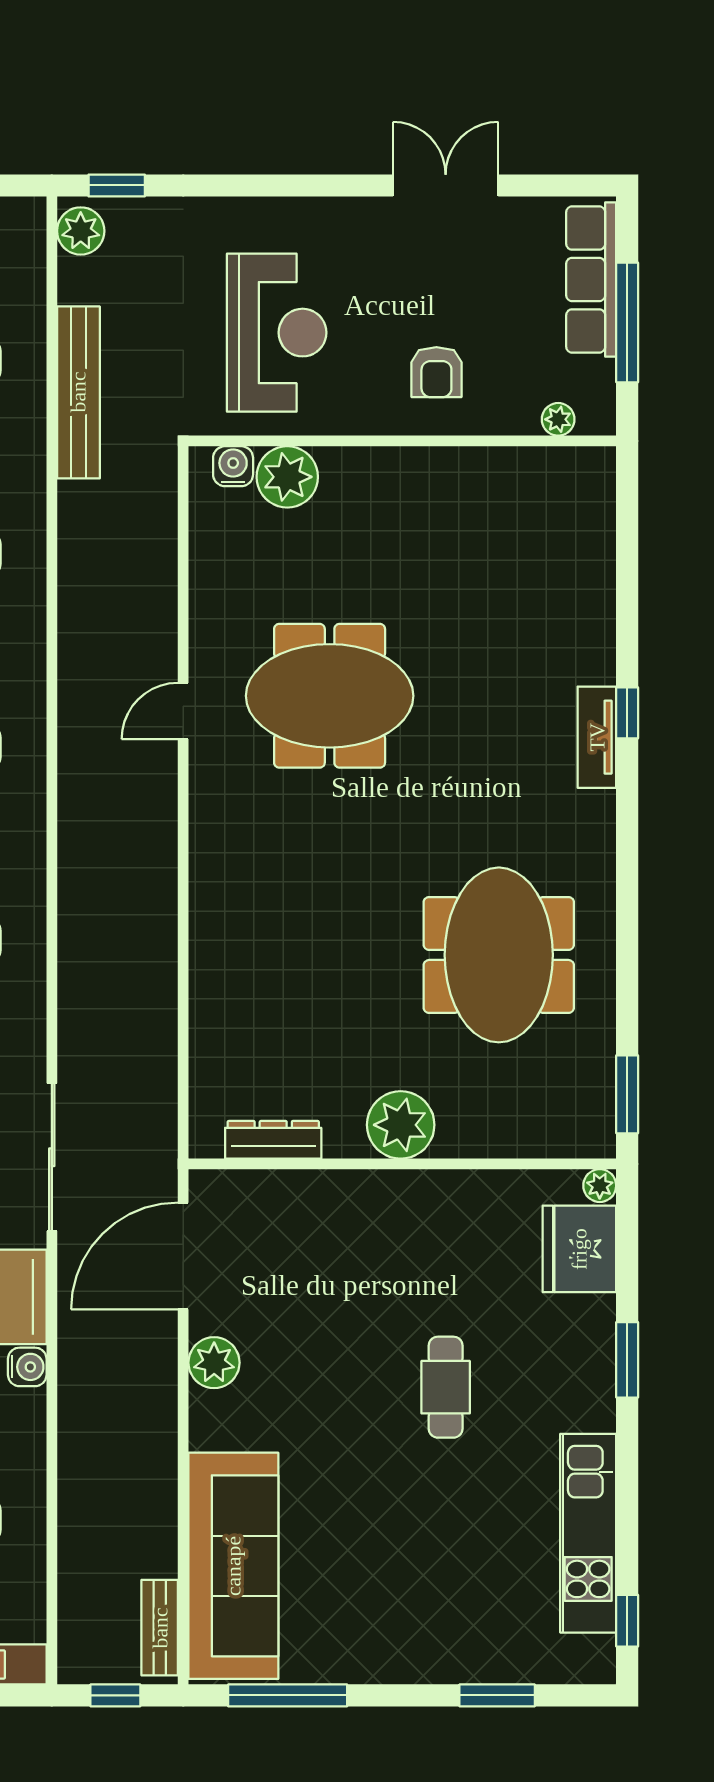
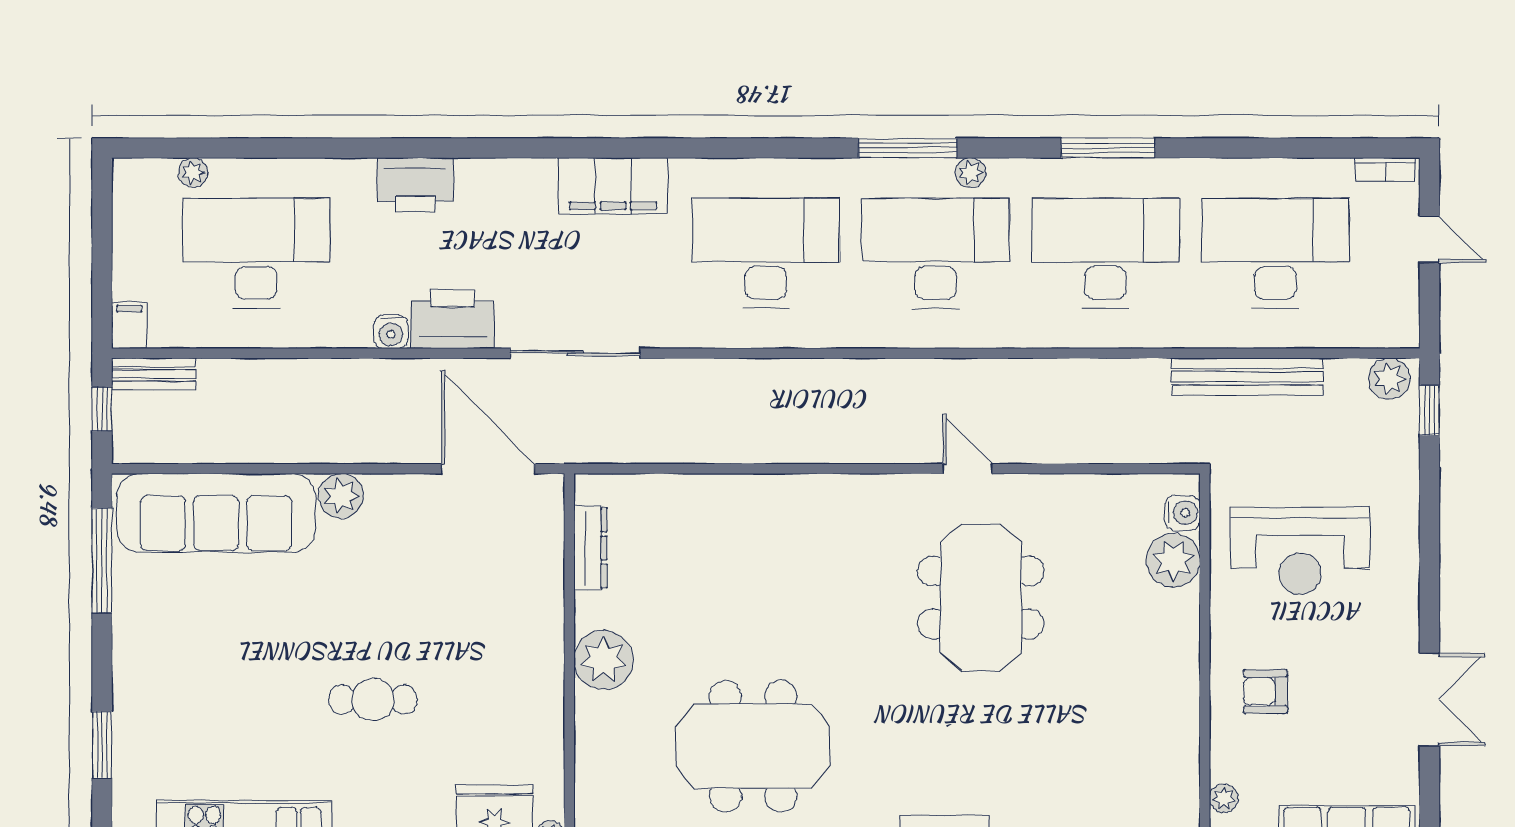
plant: (214, 1363) -> (341, 496), moved
bench: (160, 1628) -> (154, 374), moved

